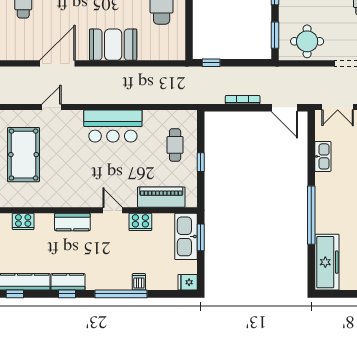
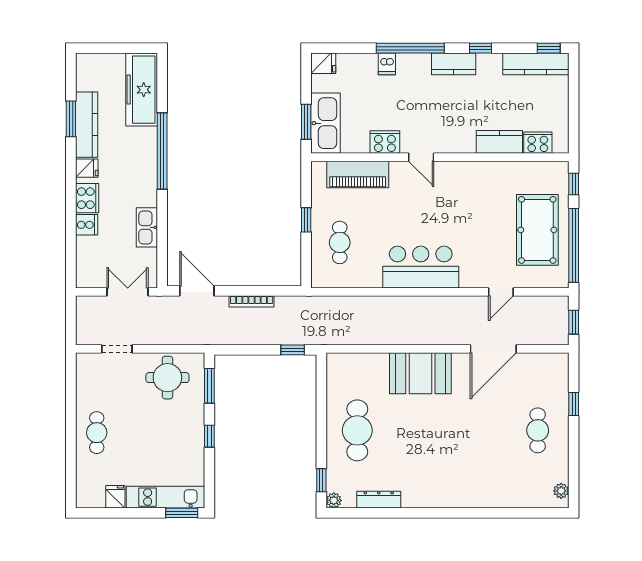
kitchen counter: (72, 222) -> (499, 142), moved
kitchen counter: (68, 282) -> (454, 64), moved

